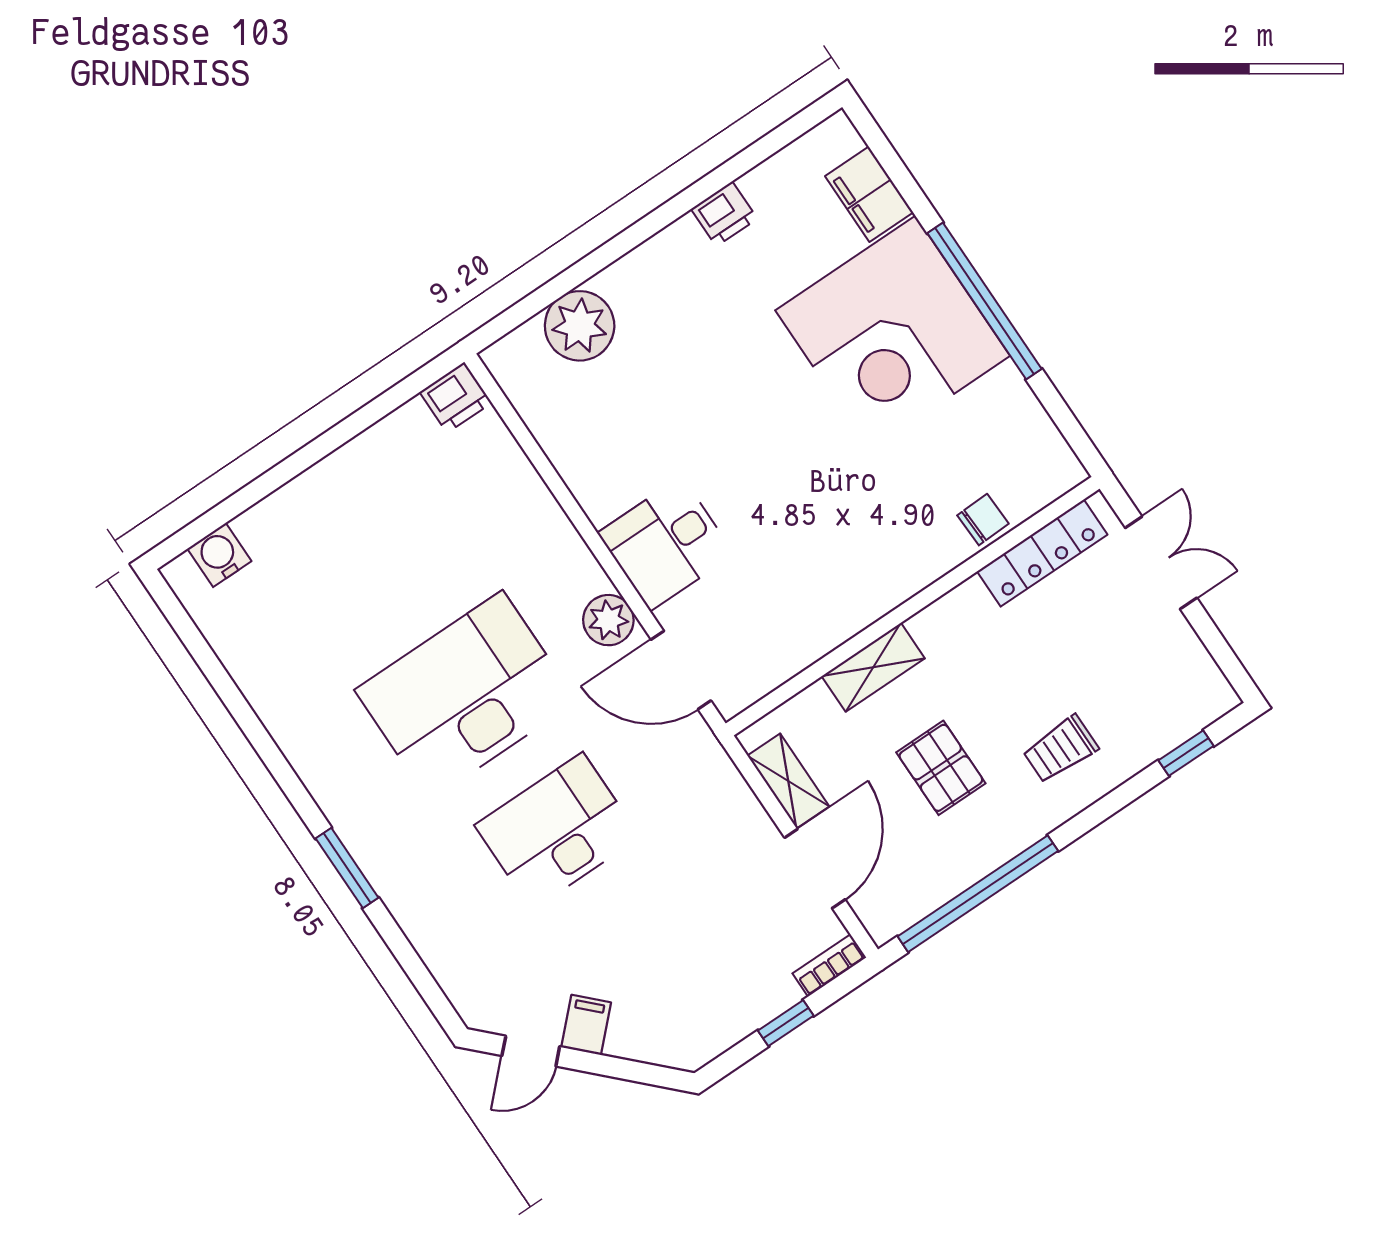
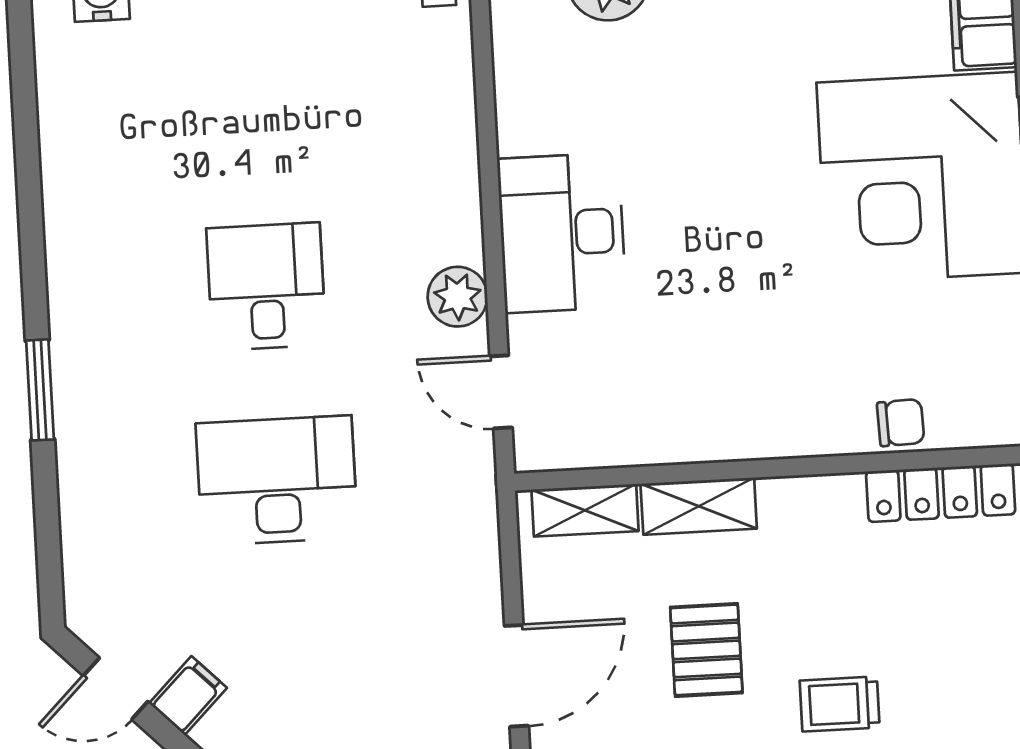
desk: (666, 544) -> (562, 233), width x1.37
door: (681, 670) -> (501, 392), width x0.73
desk: (466, 696) -> (266, 287), width x0.53, depth x0.77
shelving: (788, 781) -> (585, 510), moved, turned 90

